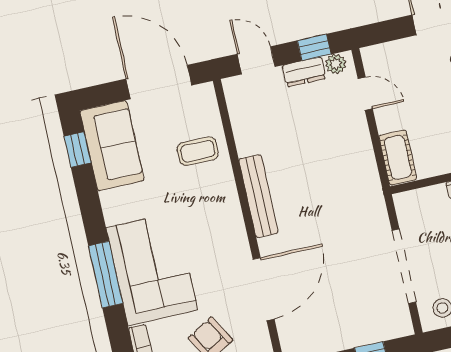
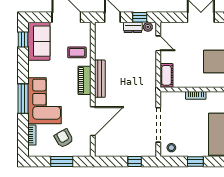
piano: (227, 207) -> (85, 80), added

